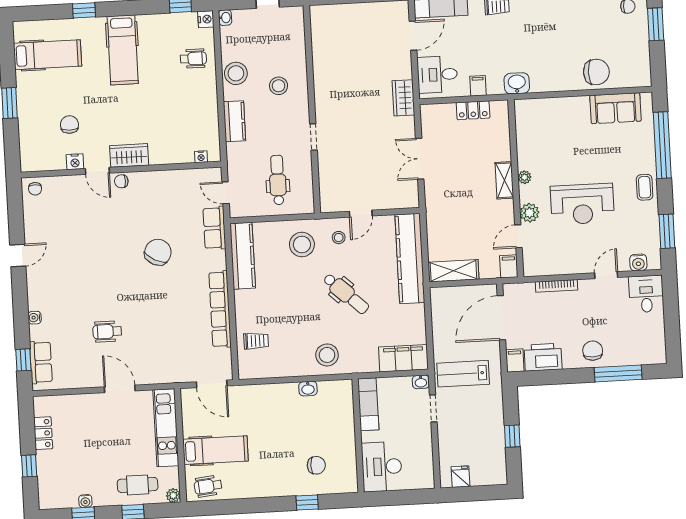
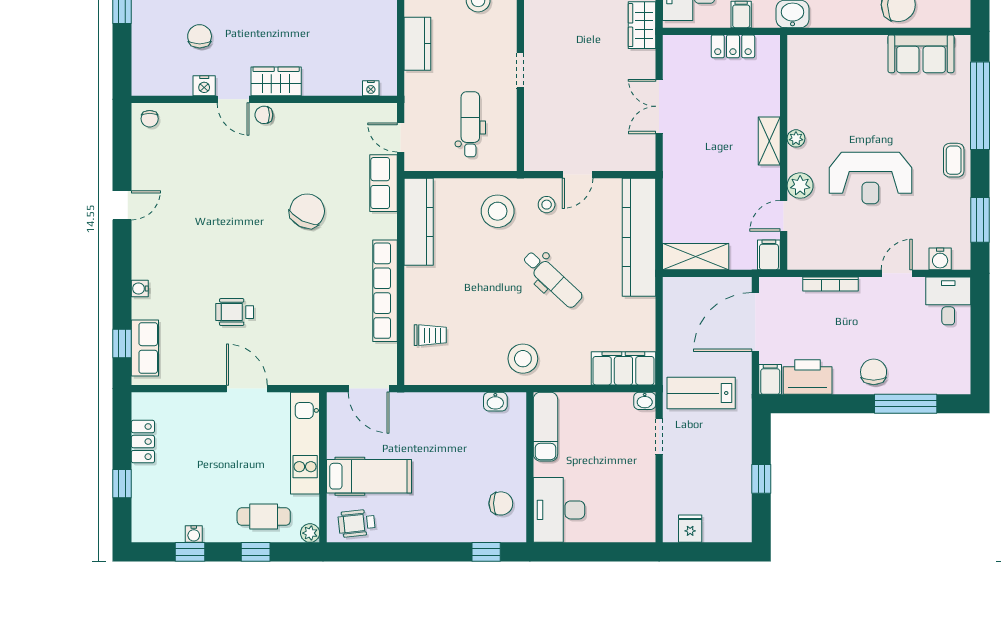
exam couch: (368, 404) -> (545, 427), moved
wall: (358, 436) -> (530, 467), moved
desk: (382, 467) -> (559, 510), moved

